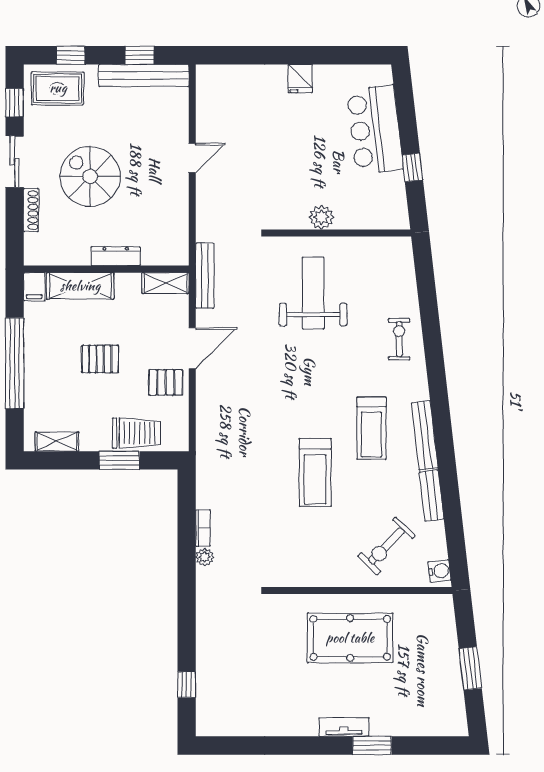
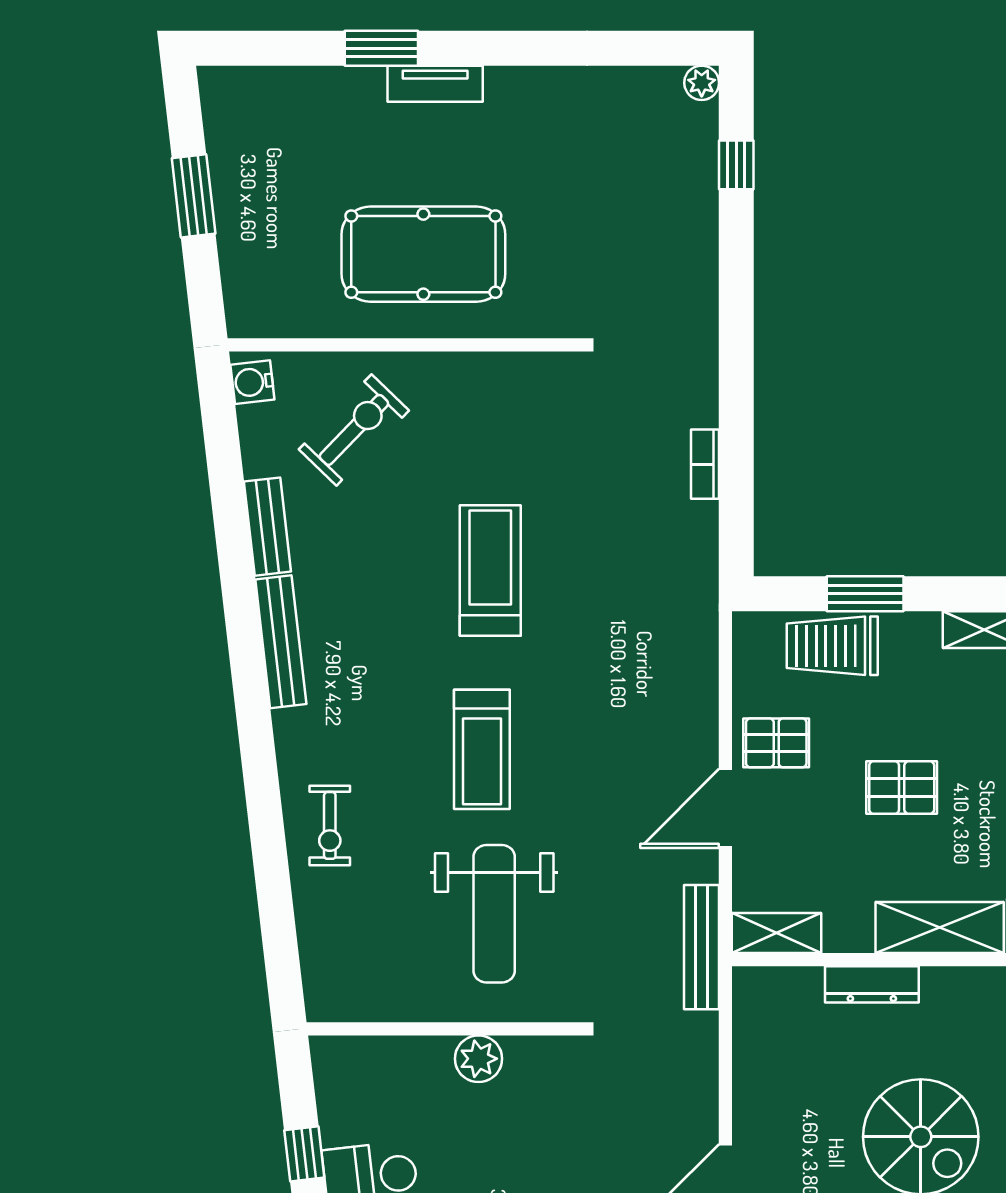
treadmill: (371, 428) -> (482, 749), moved, turned 180
plant: (205, 557) -> (702, 83), moved

